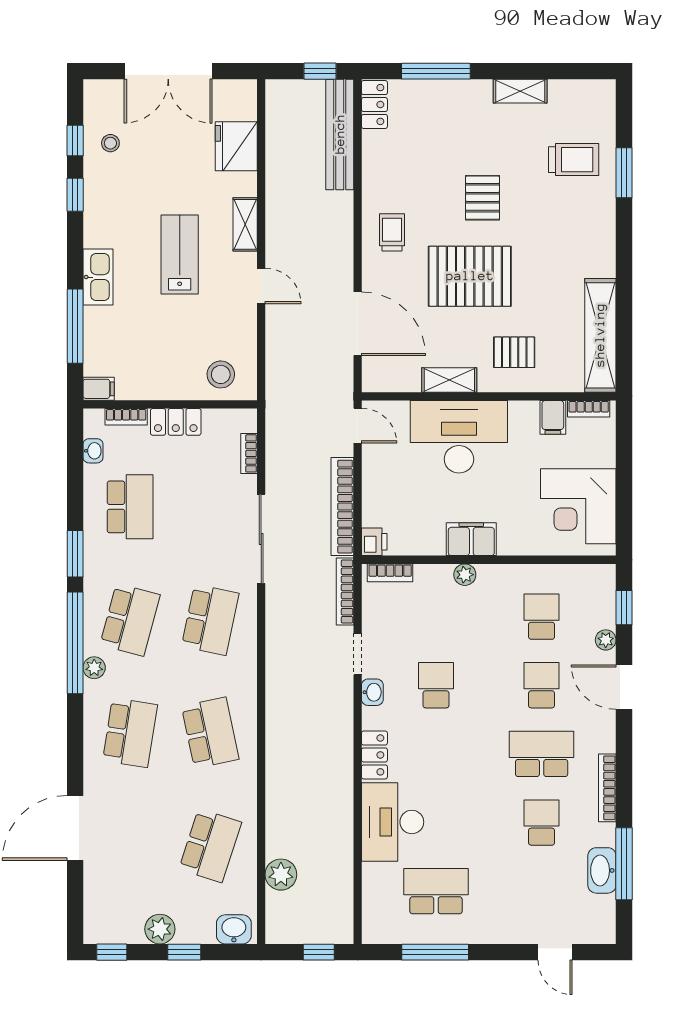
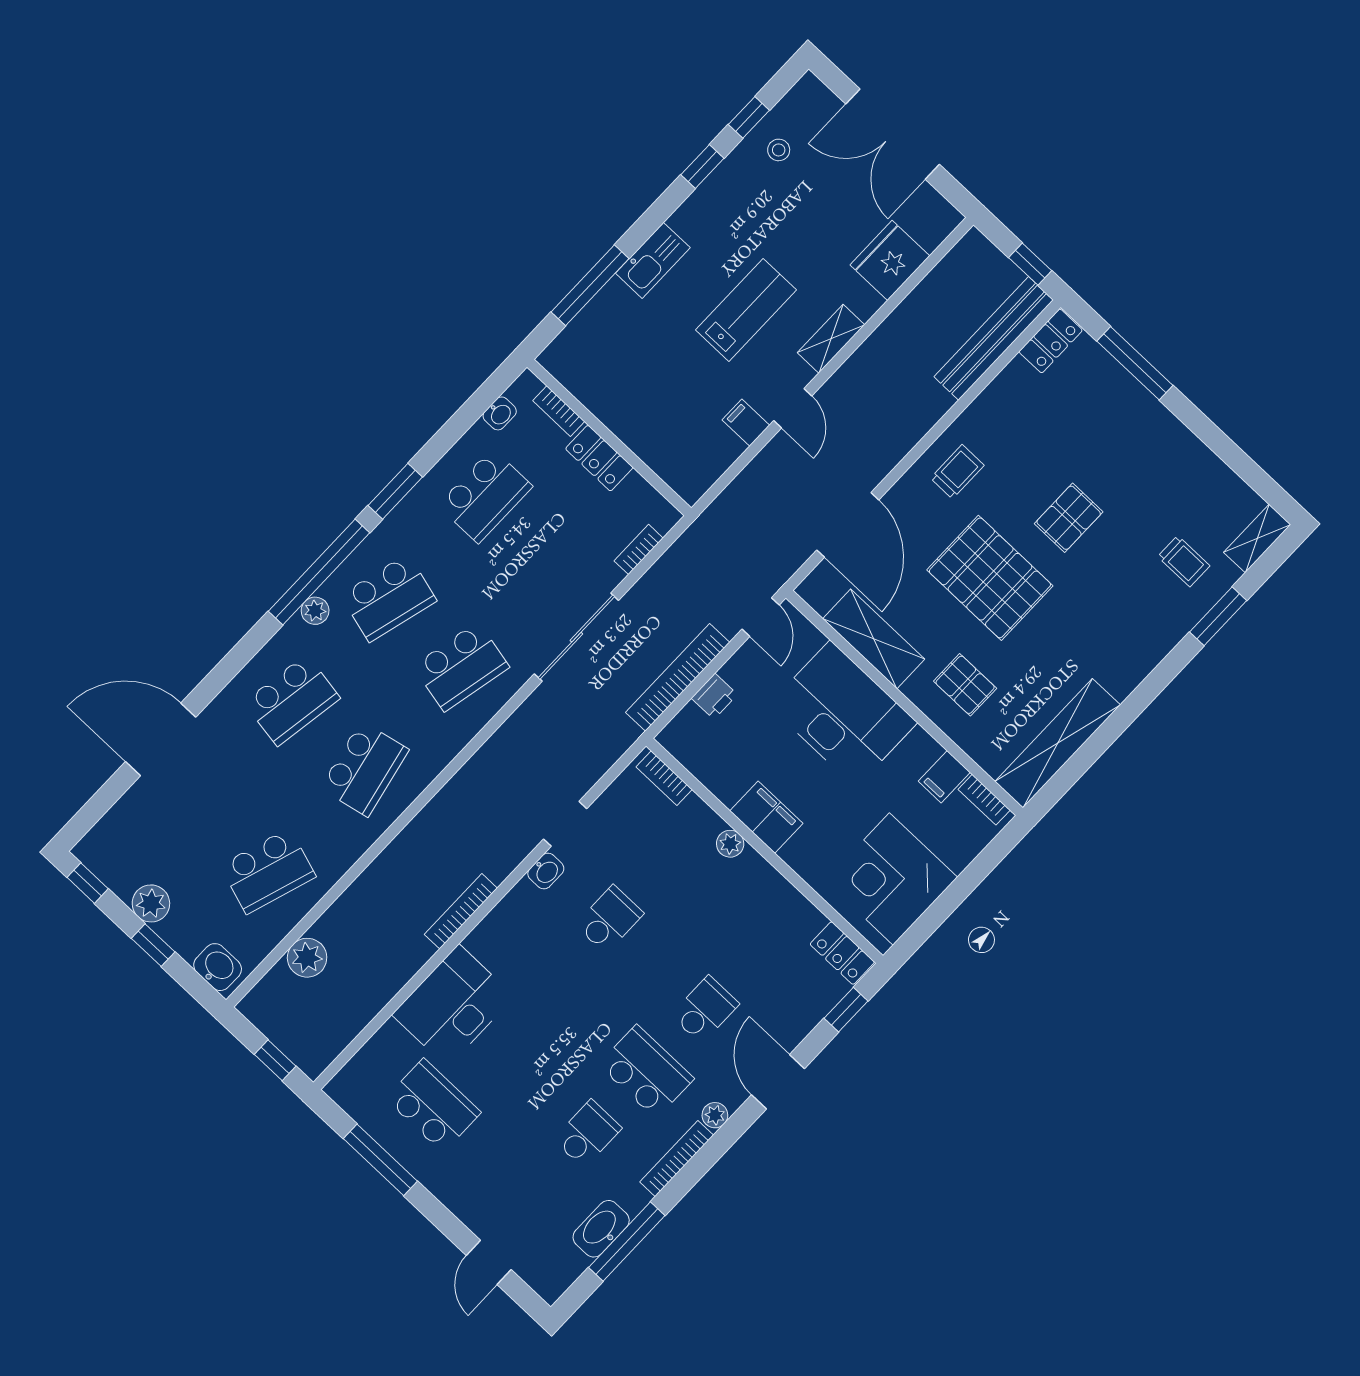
shelving: (520, 91) -> (1257, 539), moved, turned 90
trolley: (574, 160) -> (1184, 561), width x0.73, depth x0.72
stool: (221, 374) -> (681, 454), removed
shelving: (449, 380) -> (874, 639), width x1.50, depth x1.33
filing cabinet: (99, 389) -> (746, 423), moved, turned 180
printer: (374, 542) -> (714, 696), moved
bookcase: (345, 591) -> (461, 911), moved
school desk: (542, 617) -> (764, 947), removed
plant: (606, 640) -> (715, 1115), moved
locker: (374, 755) -> (842, 953), moved, turned 90

